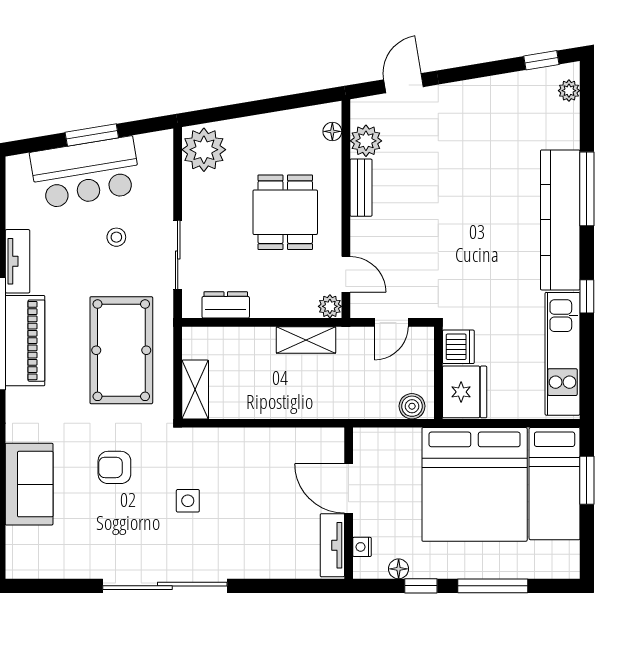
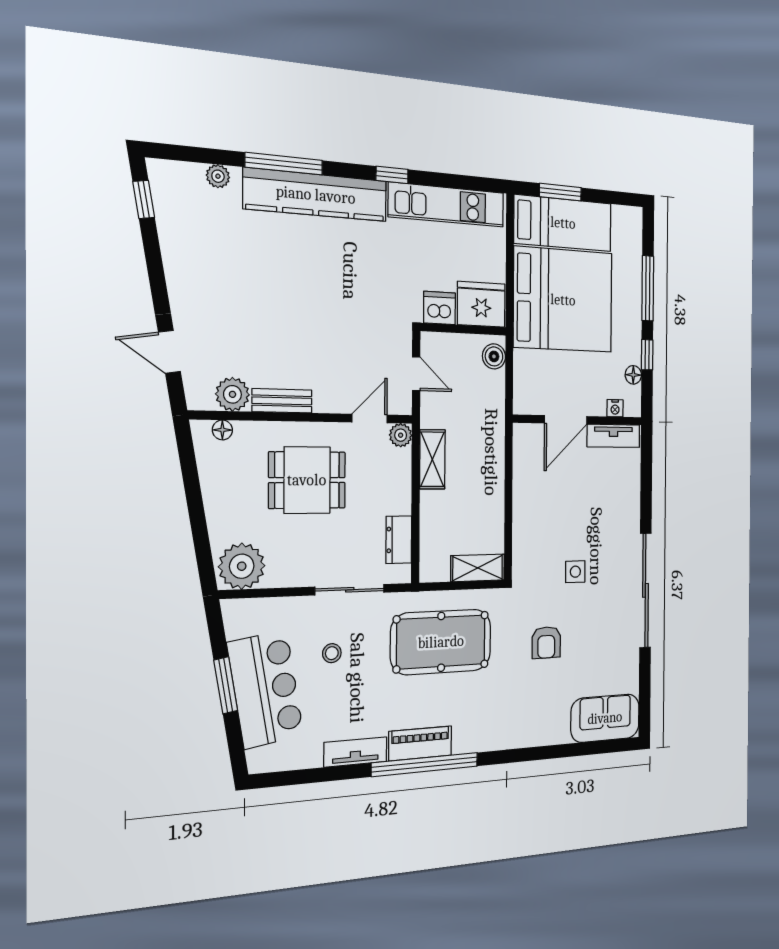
plant: (569, 91) -> (218, 176), moved
piano: (25, 341) -> (420, 743), width x0.73, depth x0.75
sofa: (29, 484) -> (605, 718), moved

